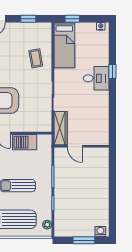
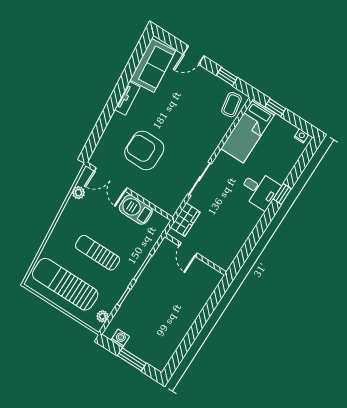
coffee table: (36, 58) -> (232, 105), moved
wardrobe: (61, 128) -> (185, 220), width x0.67
washing machine: (100, 231) -> (120, 338), moved

